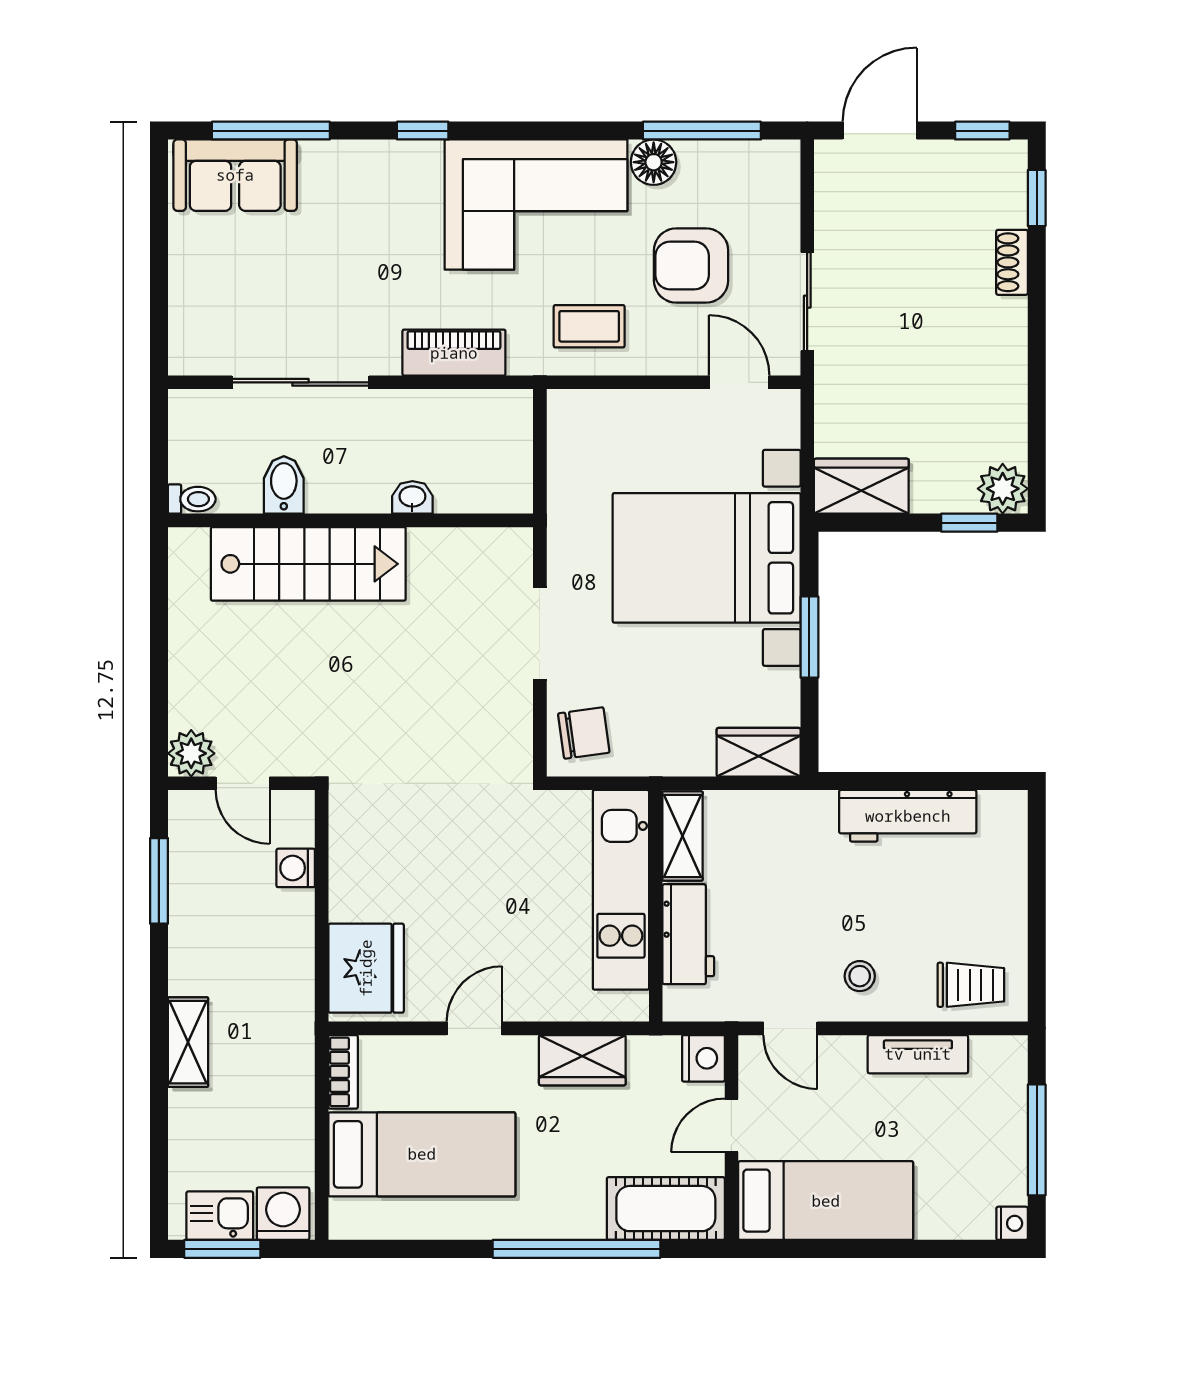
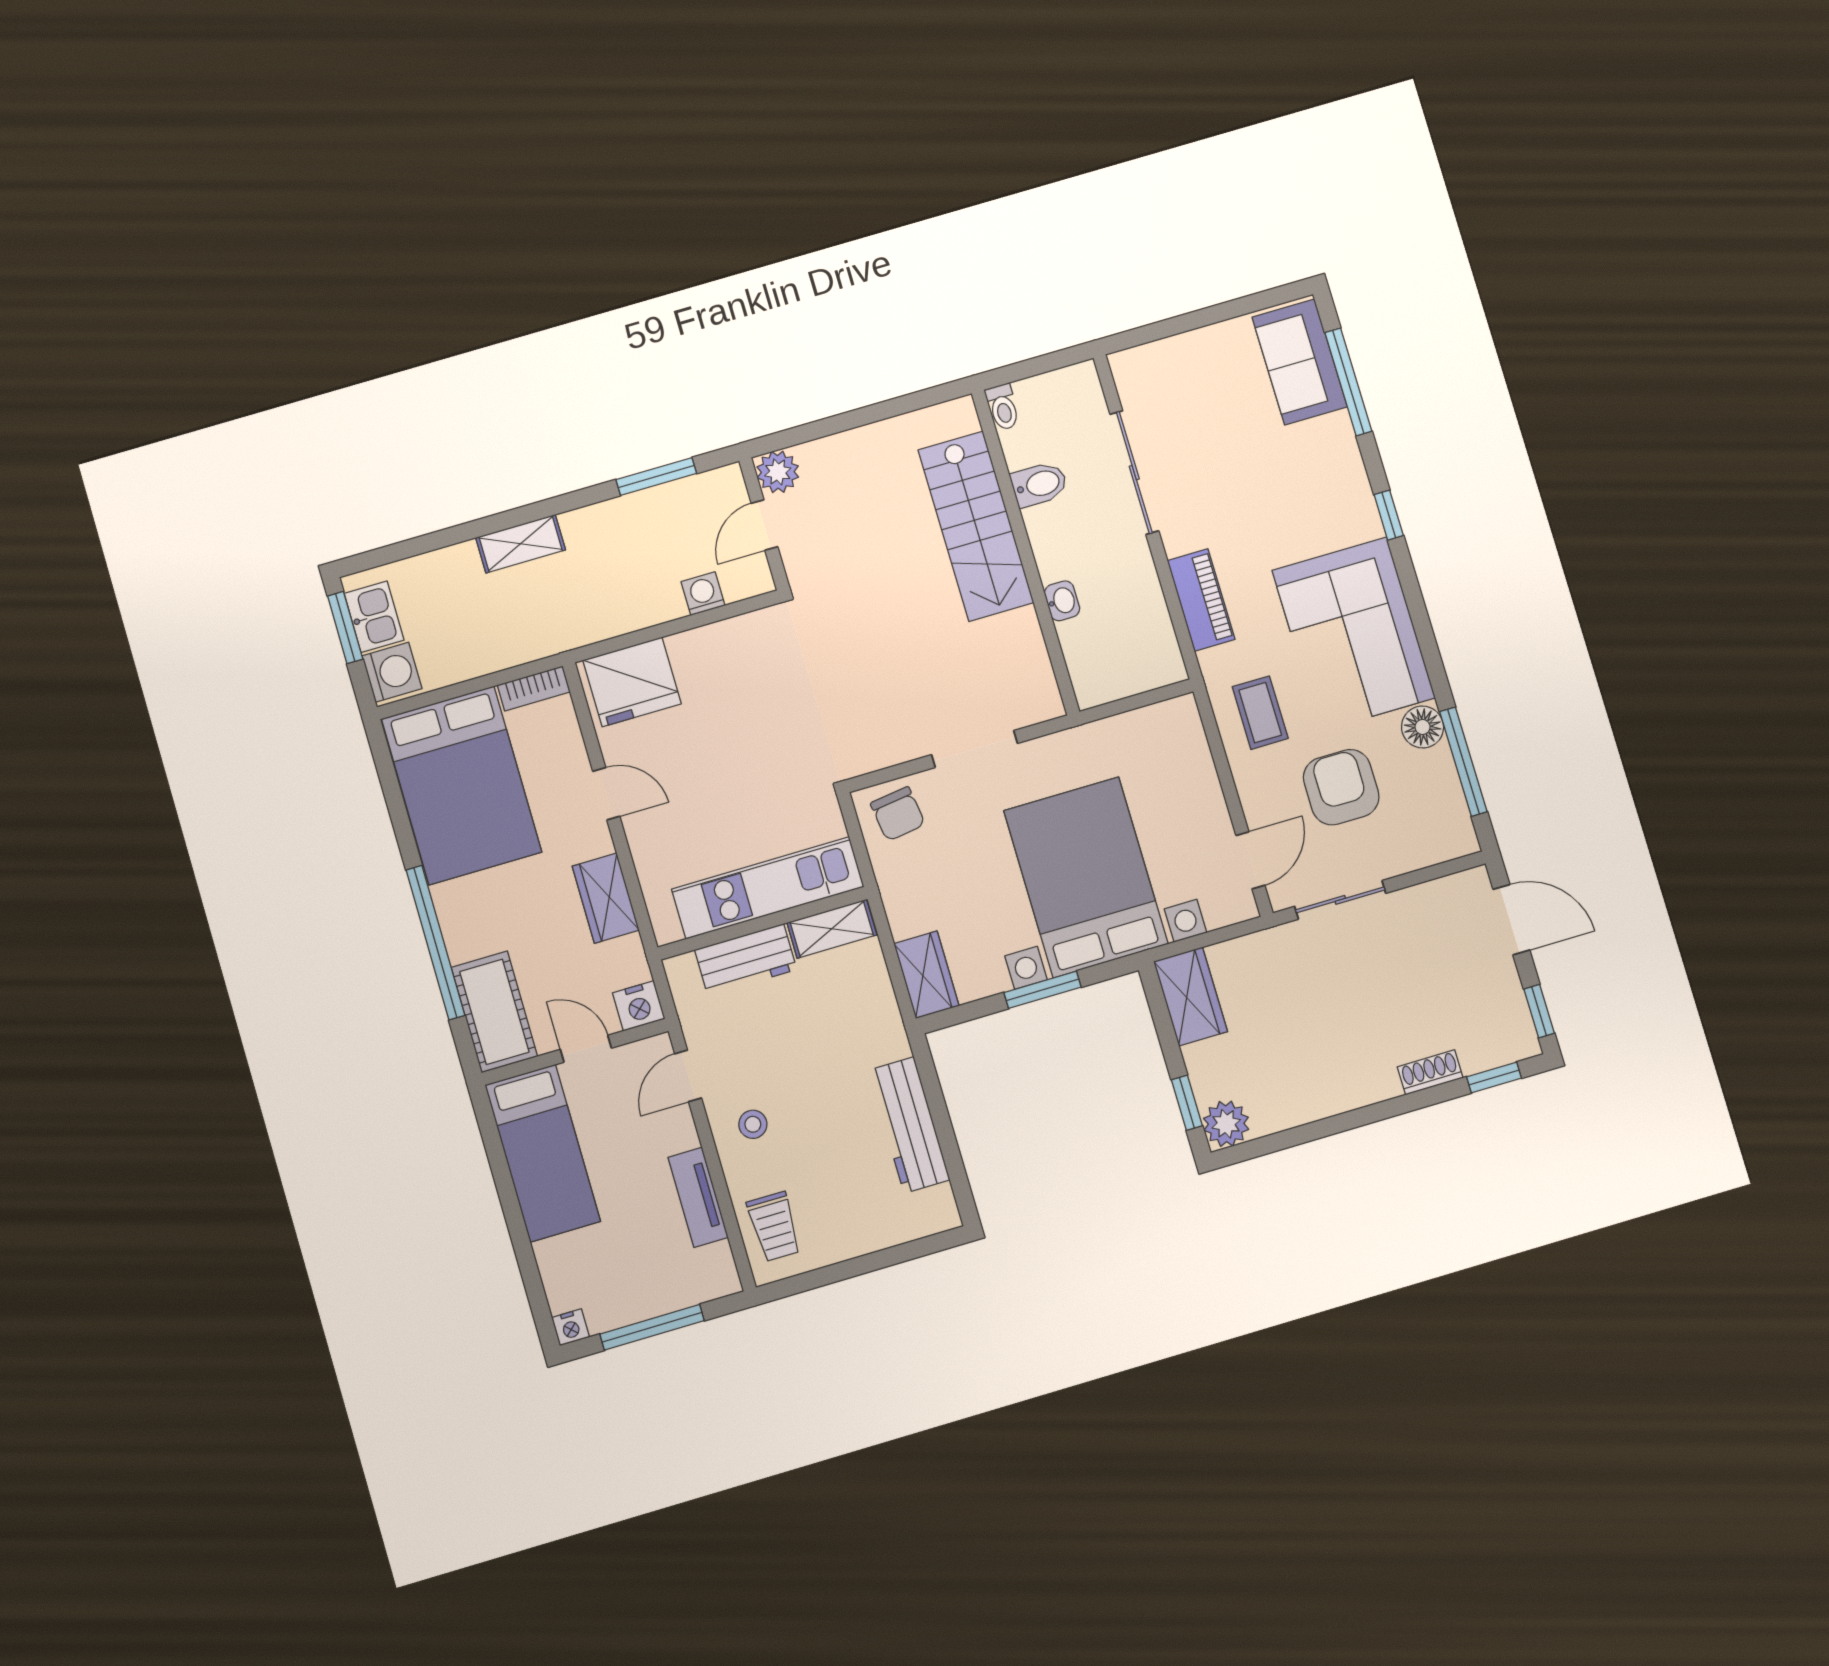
bed: (422, 1154) -> (462, 785), width x1.50

